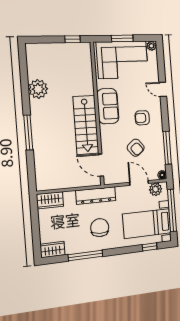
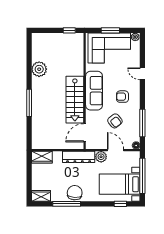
sofa: (108, 106) -> (94, 91), width x1.36
door: (101, 165) -> (85, 133), hinge flipped
plant: (156, 189) -> (101, 157), moved
chair: (100, 228) -> (75, 193), moved

